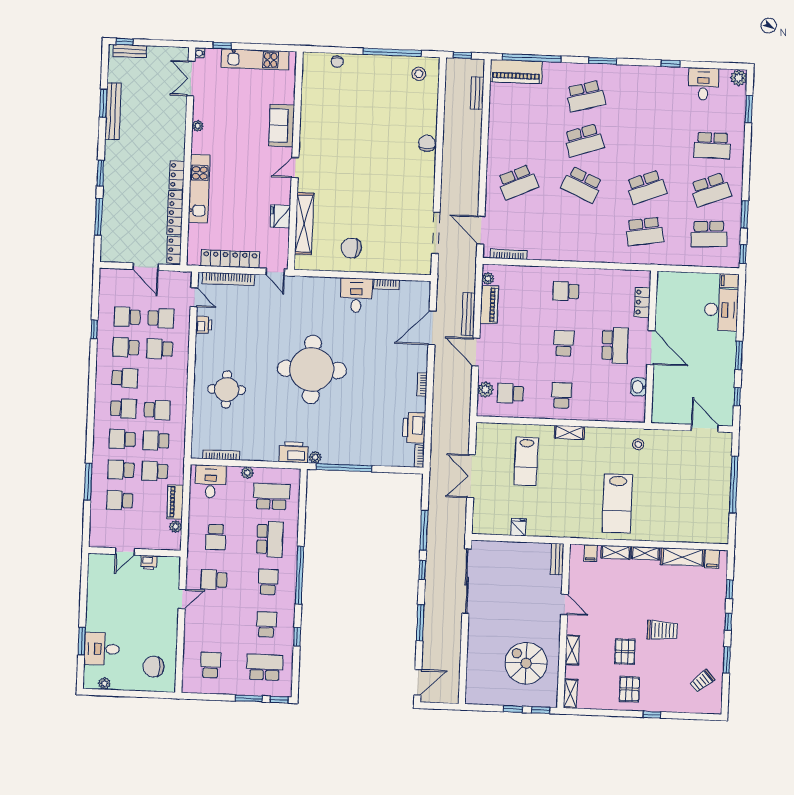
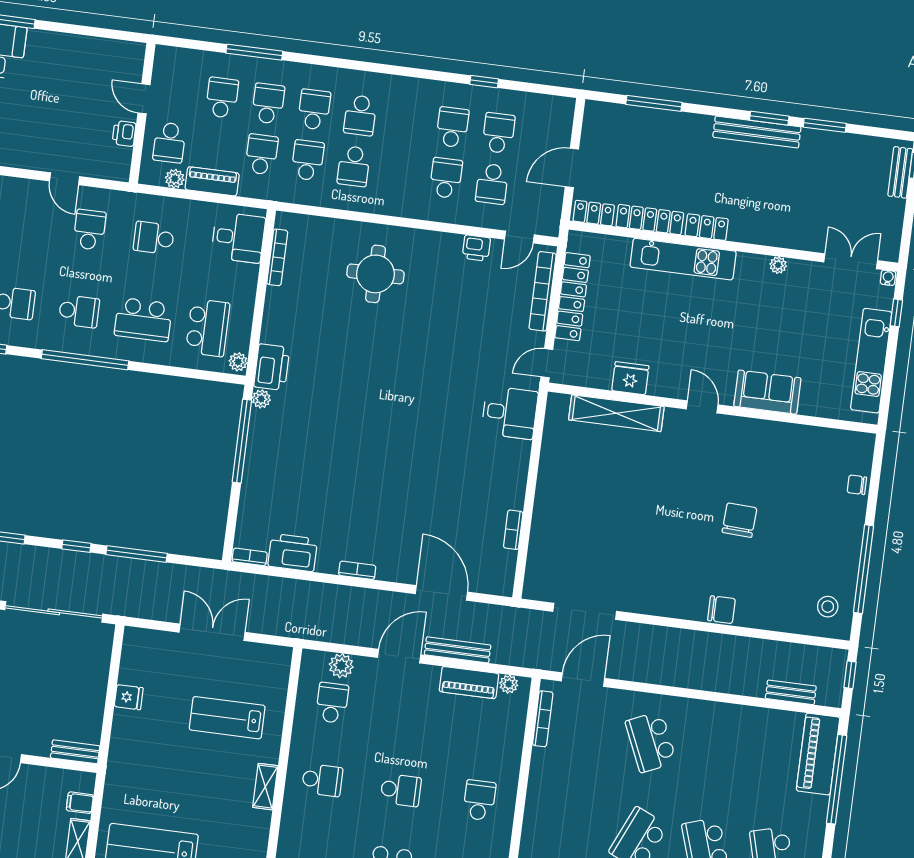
bench: (113, 111) -> (757, 132), moved
window: (100, 173) -> (769, 118), moved
chair: (351, 248) -> (739, 520), moved
desk: (356, 295) -> (510, 413), moved
round table: (312, 369) -> (395, 406), removed
school desk: (125, 378) -> (169, 143), moved
plant: (247, 473) -> (238, 362), moved

